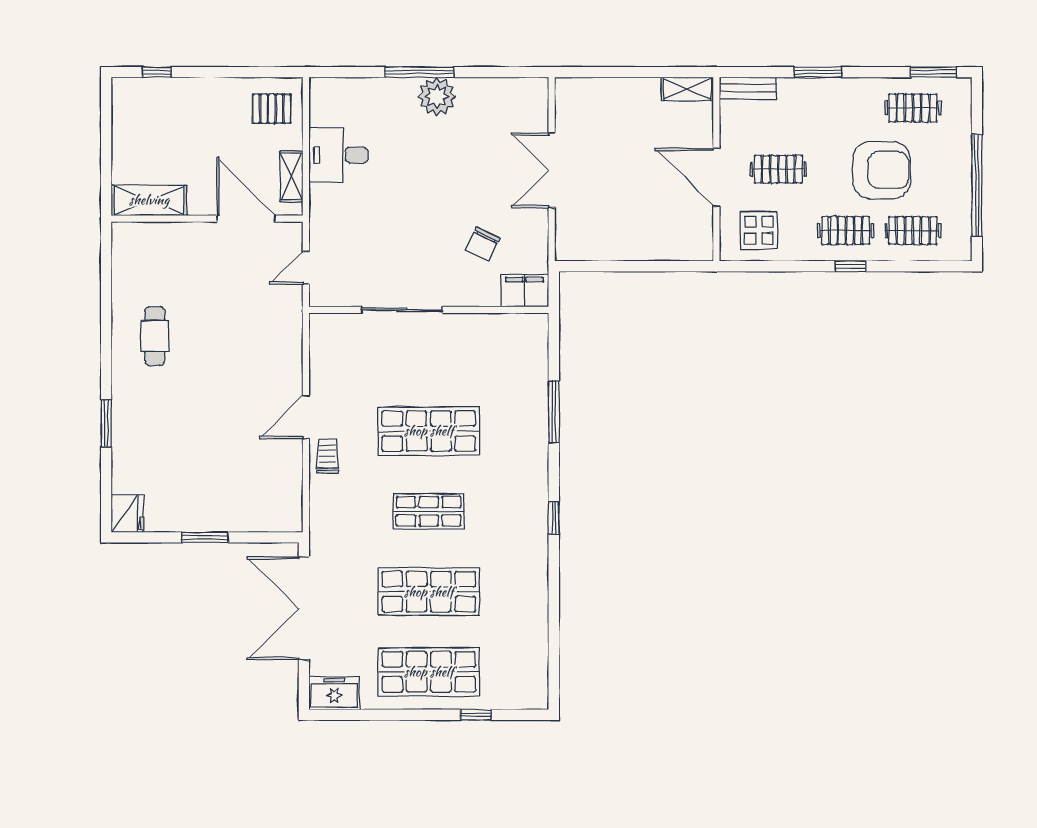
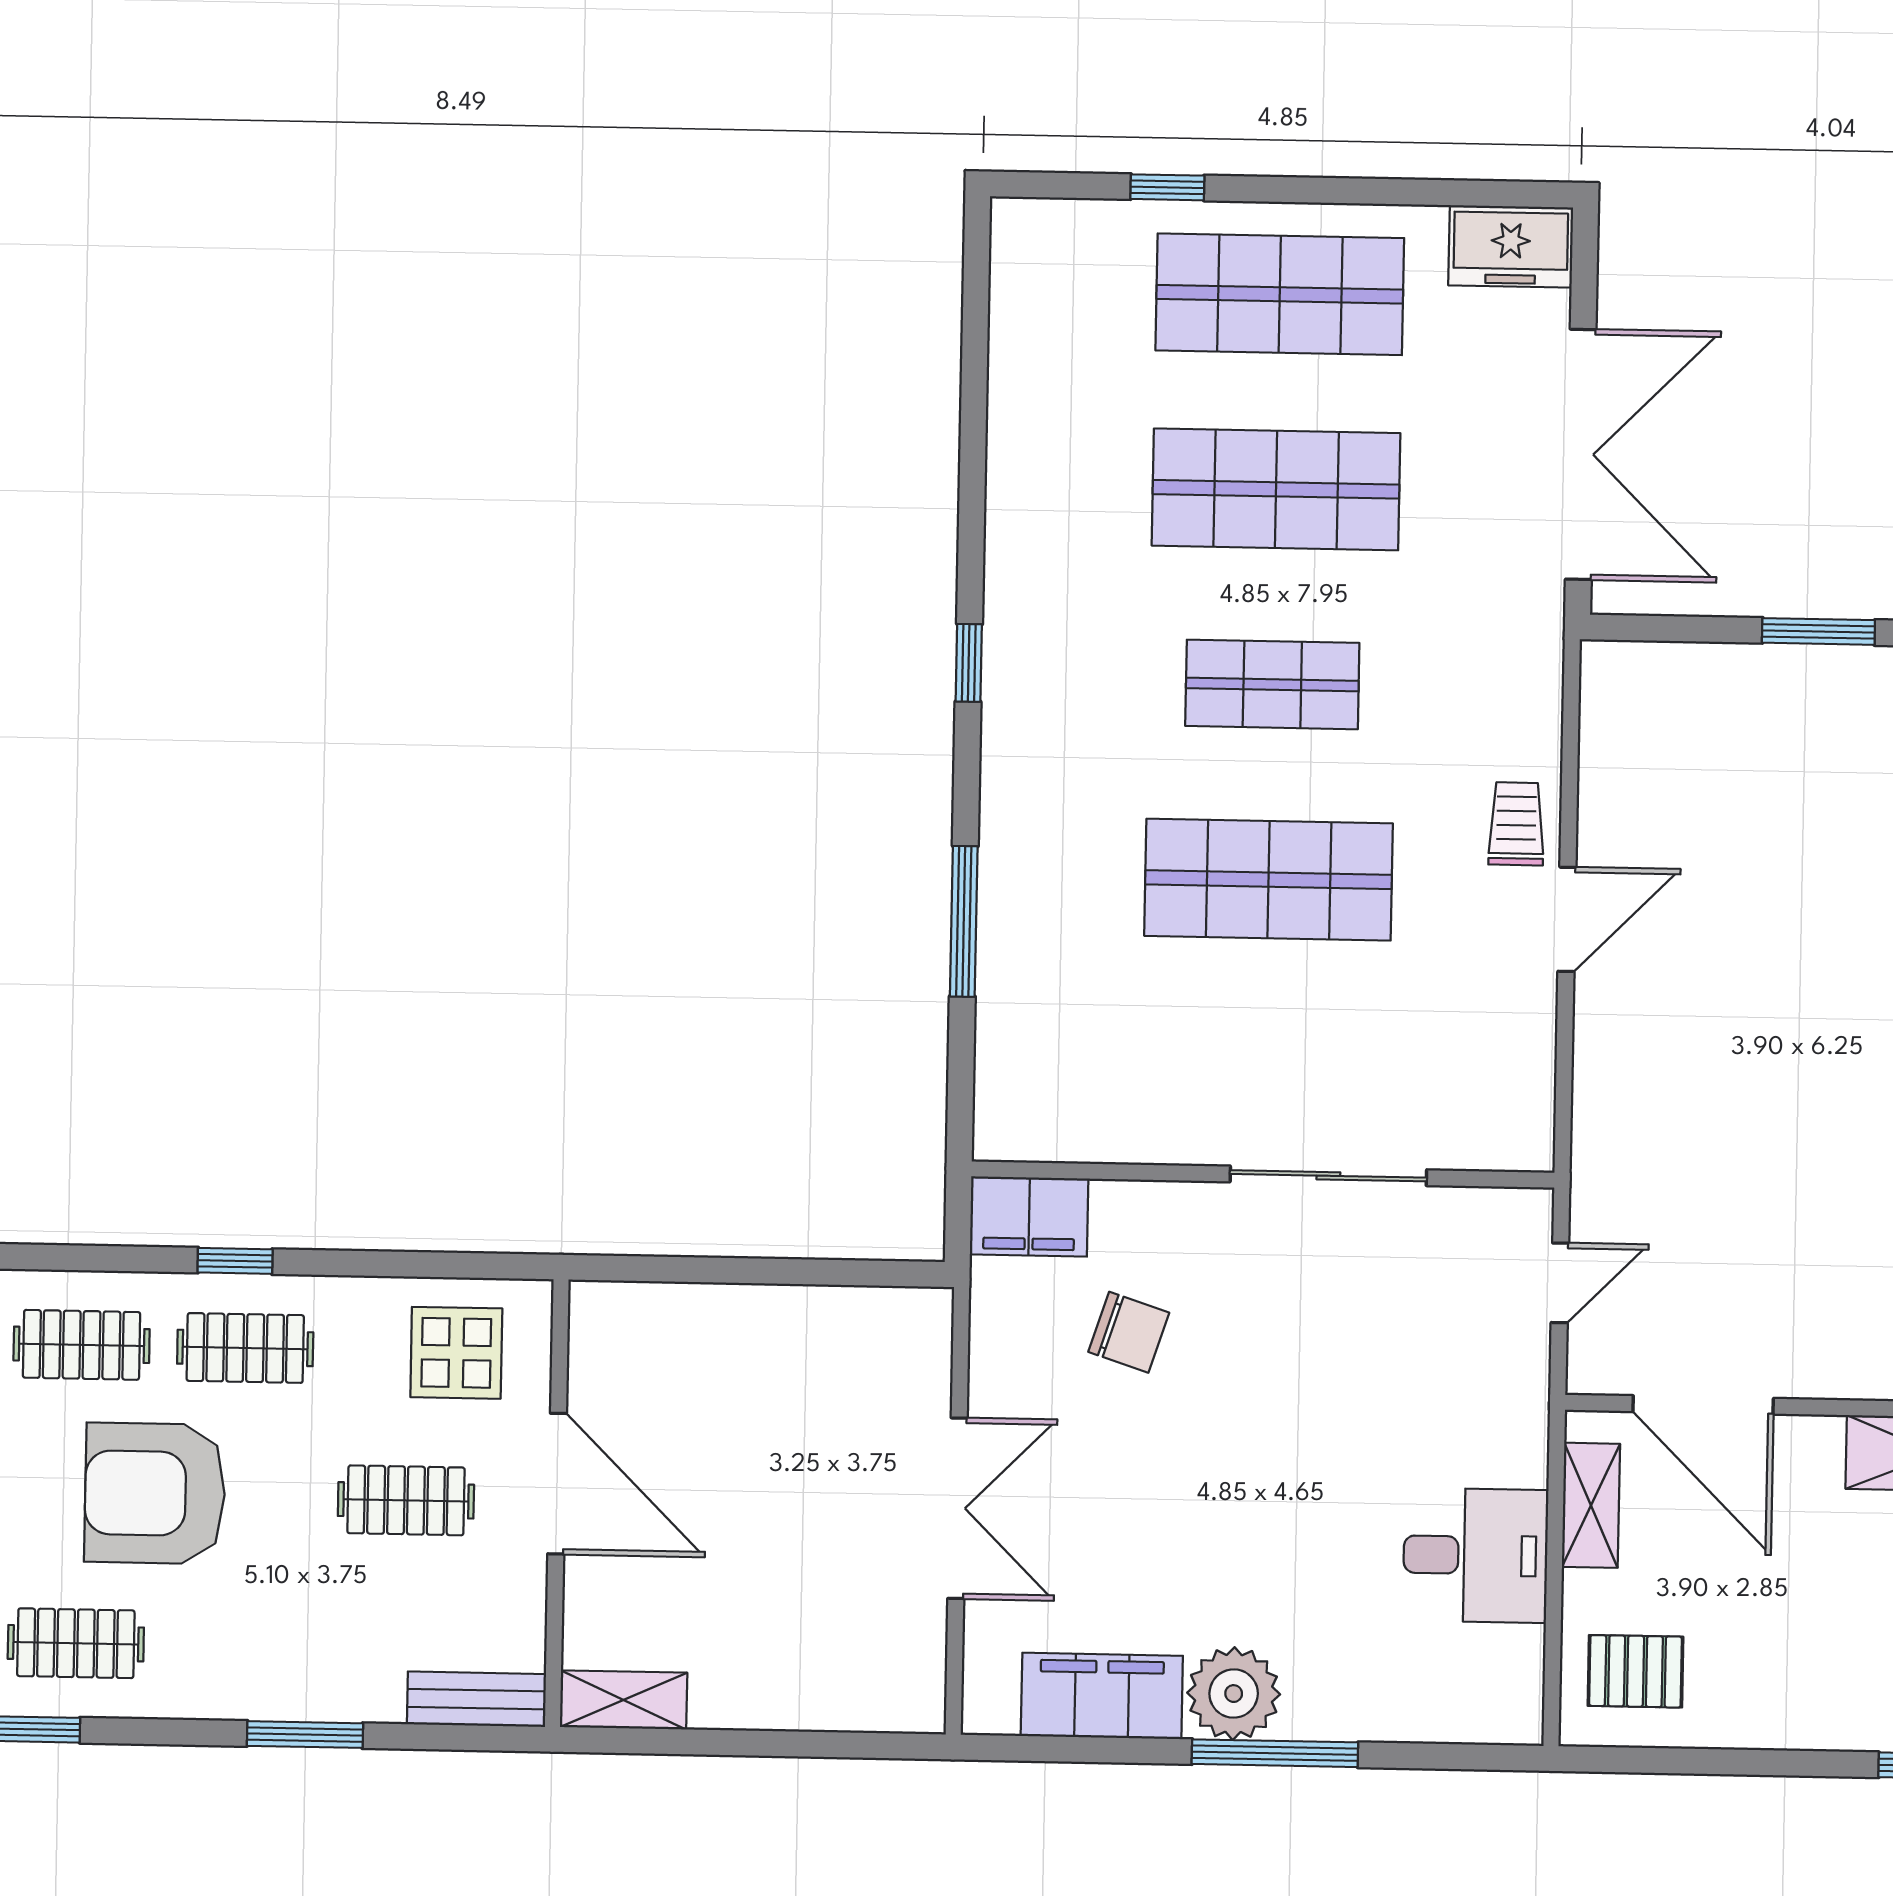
filing cabinet: (491, 94) -> (1102, 1696), added
chair: (483, 244) -> (1129, 1332), turned 82
trolley: (327, 456) -> (1516, 824), turned 180

